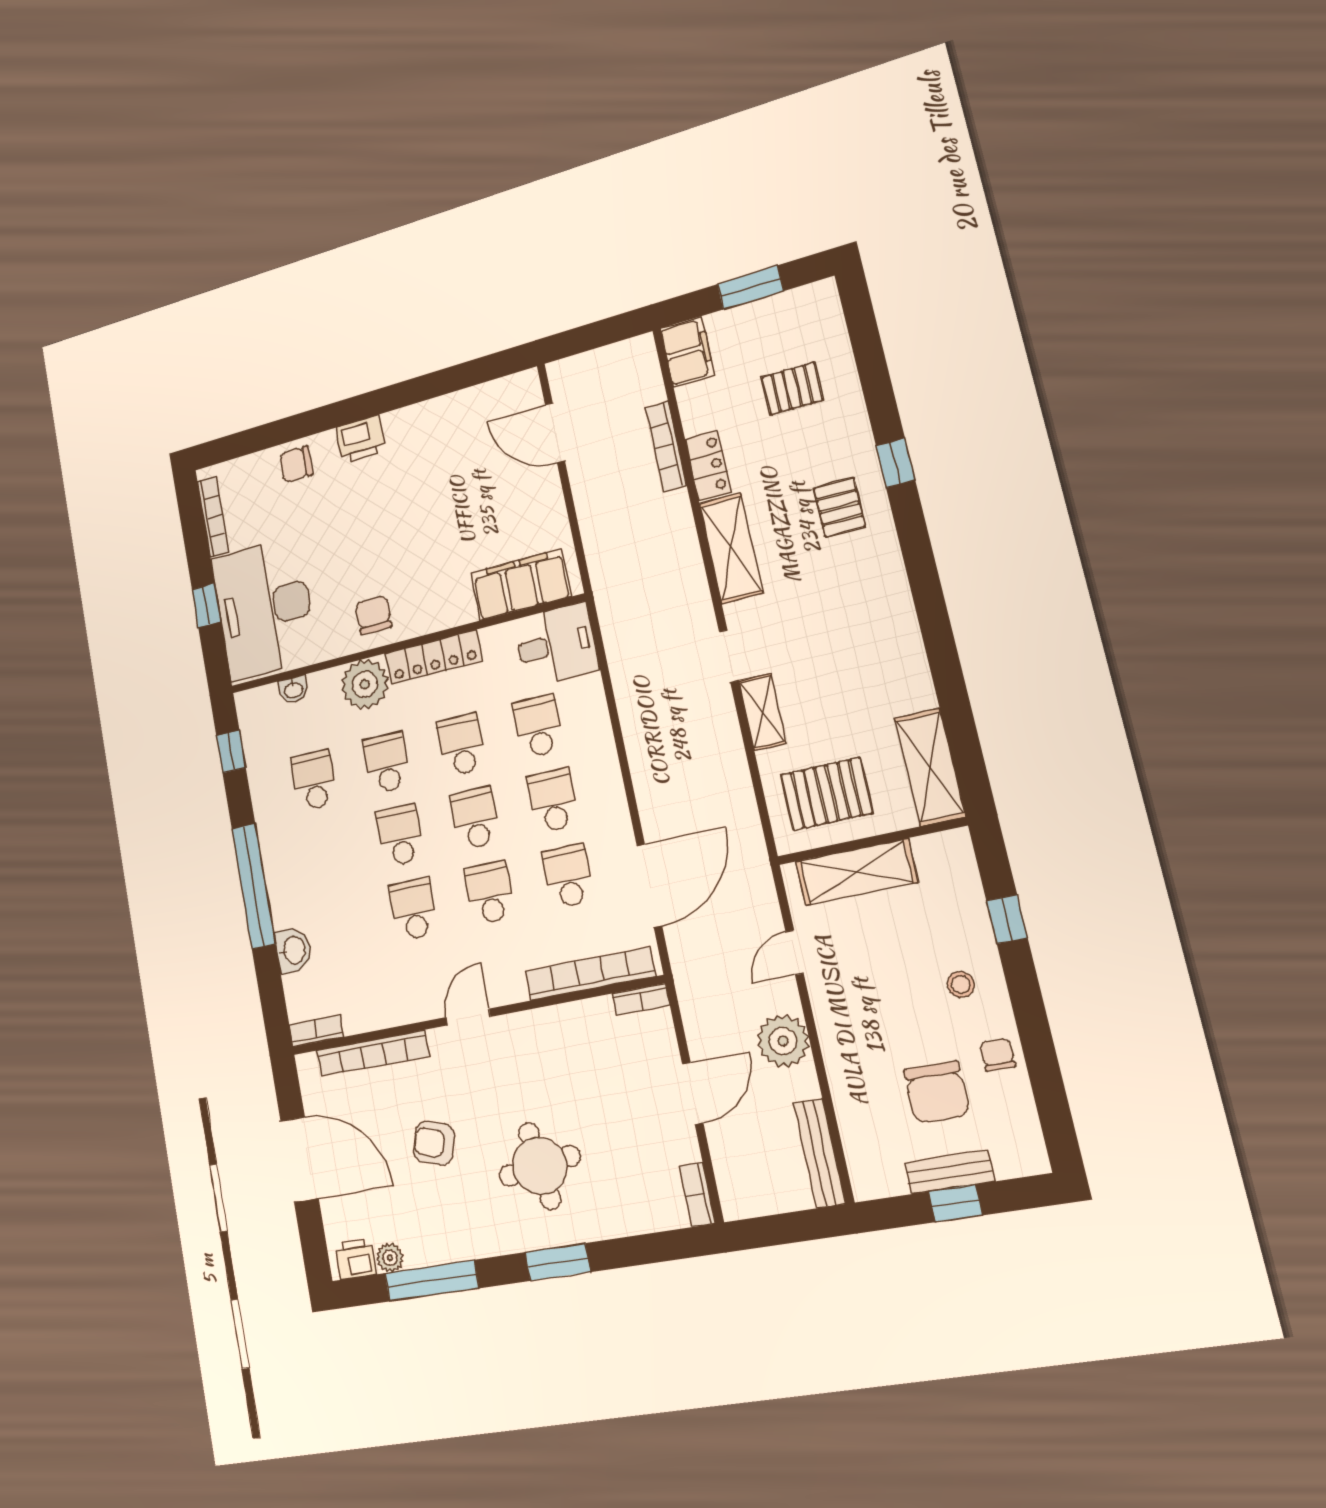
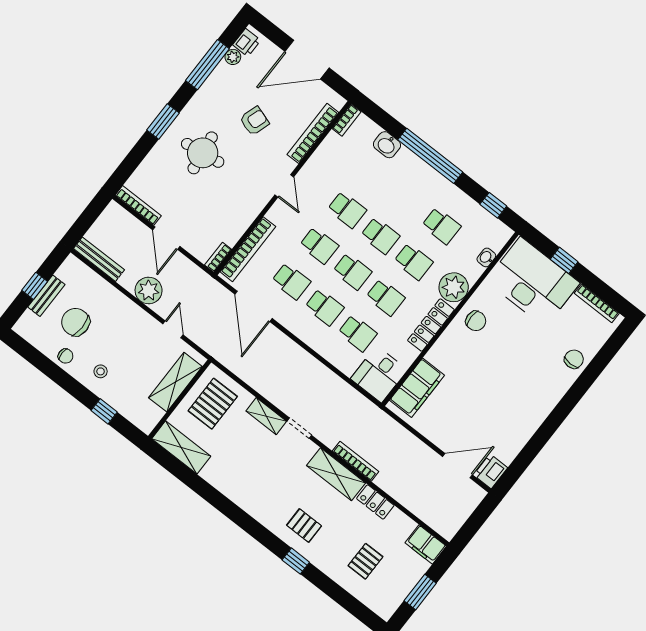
printer: (361, 439) -> (491, 471), moved
bookcase: (666, 446) -> (356, 461), moved
bookcase: (697, 1195) -> (138, 205), width x1.56

